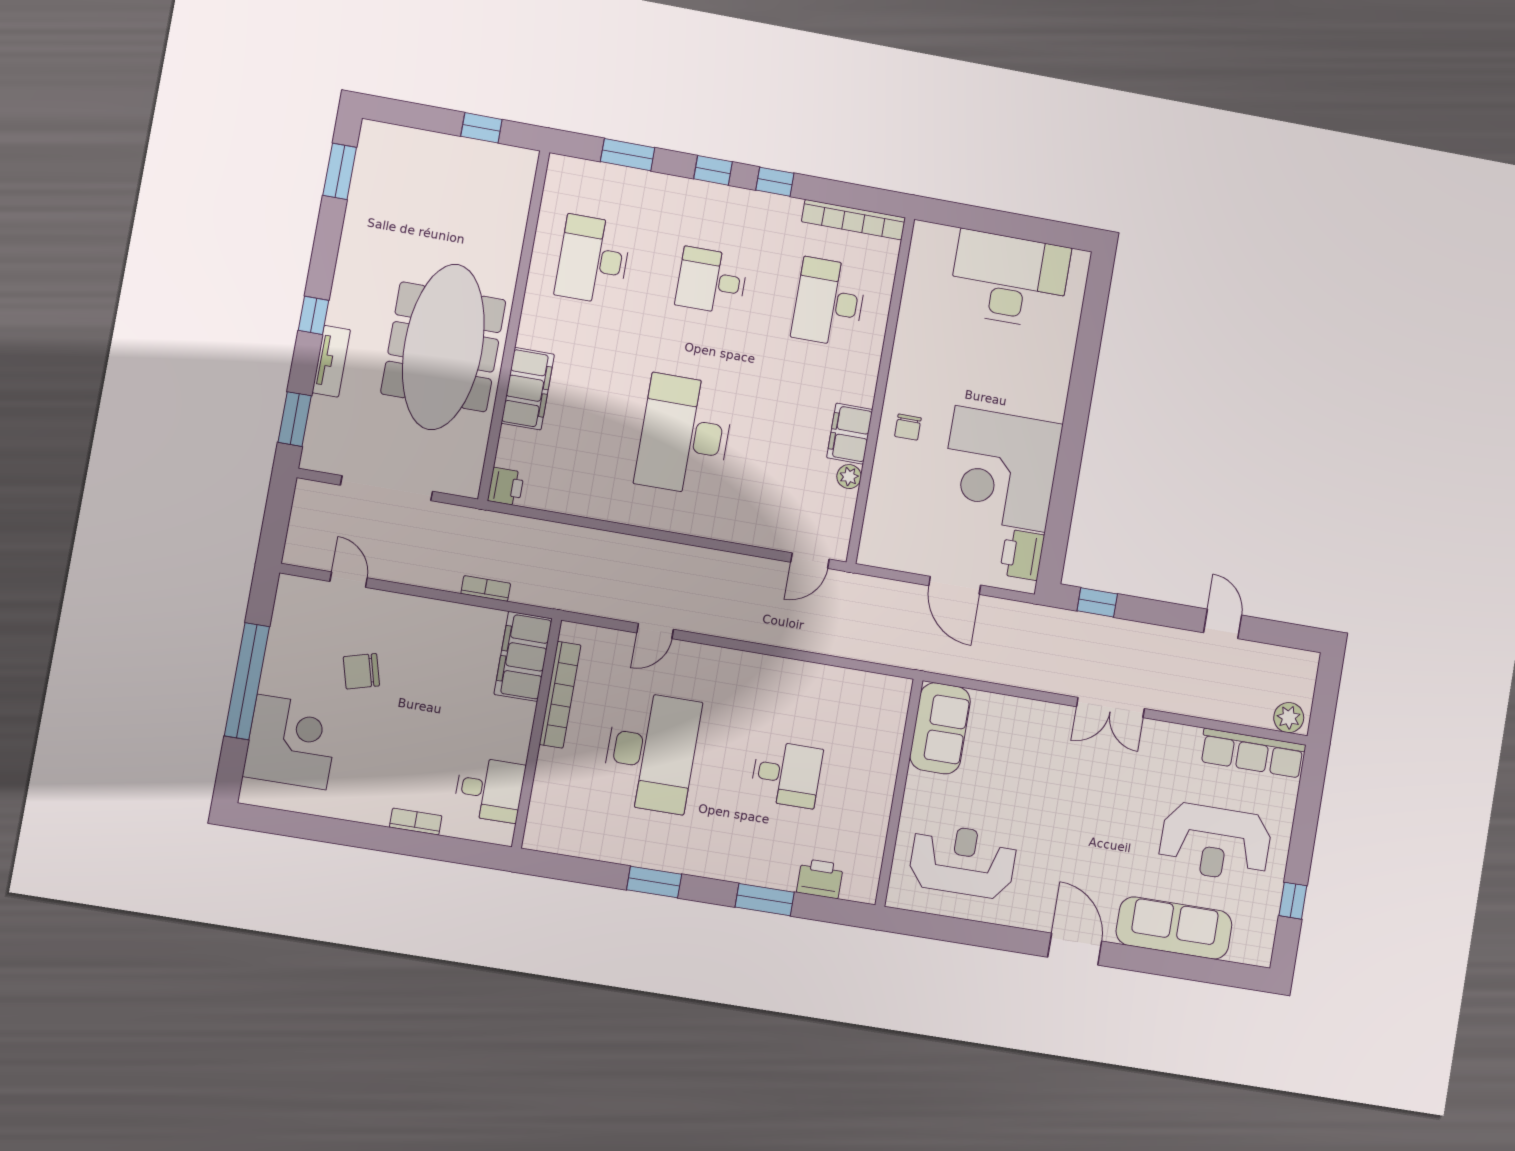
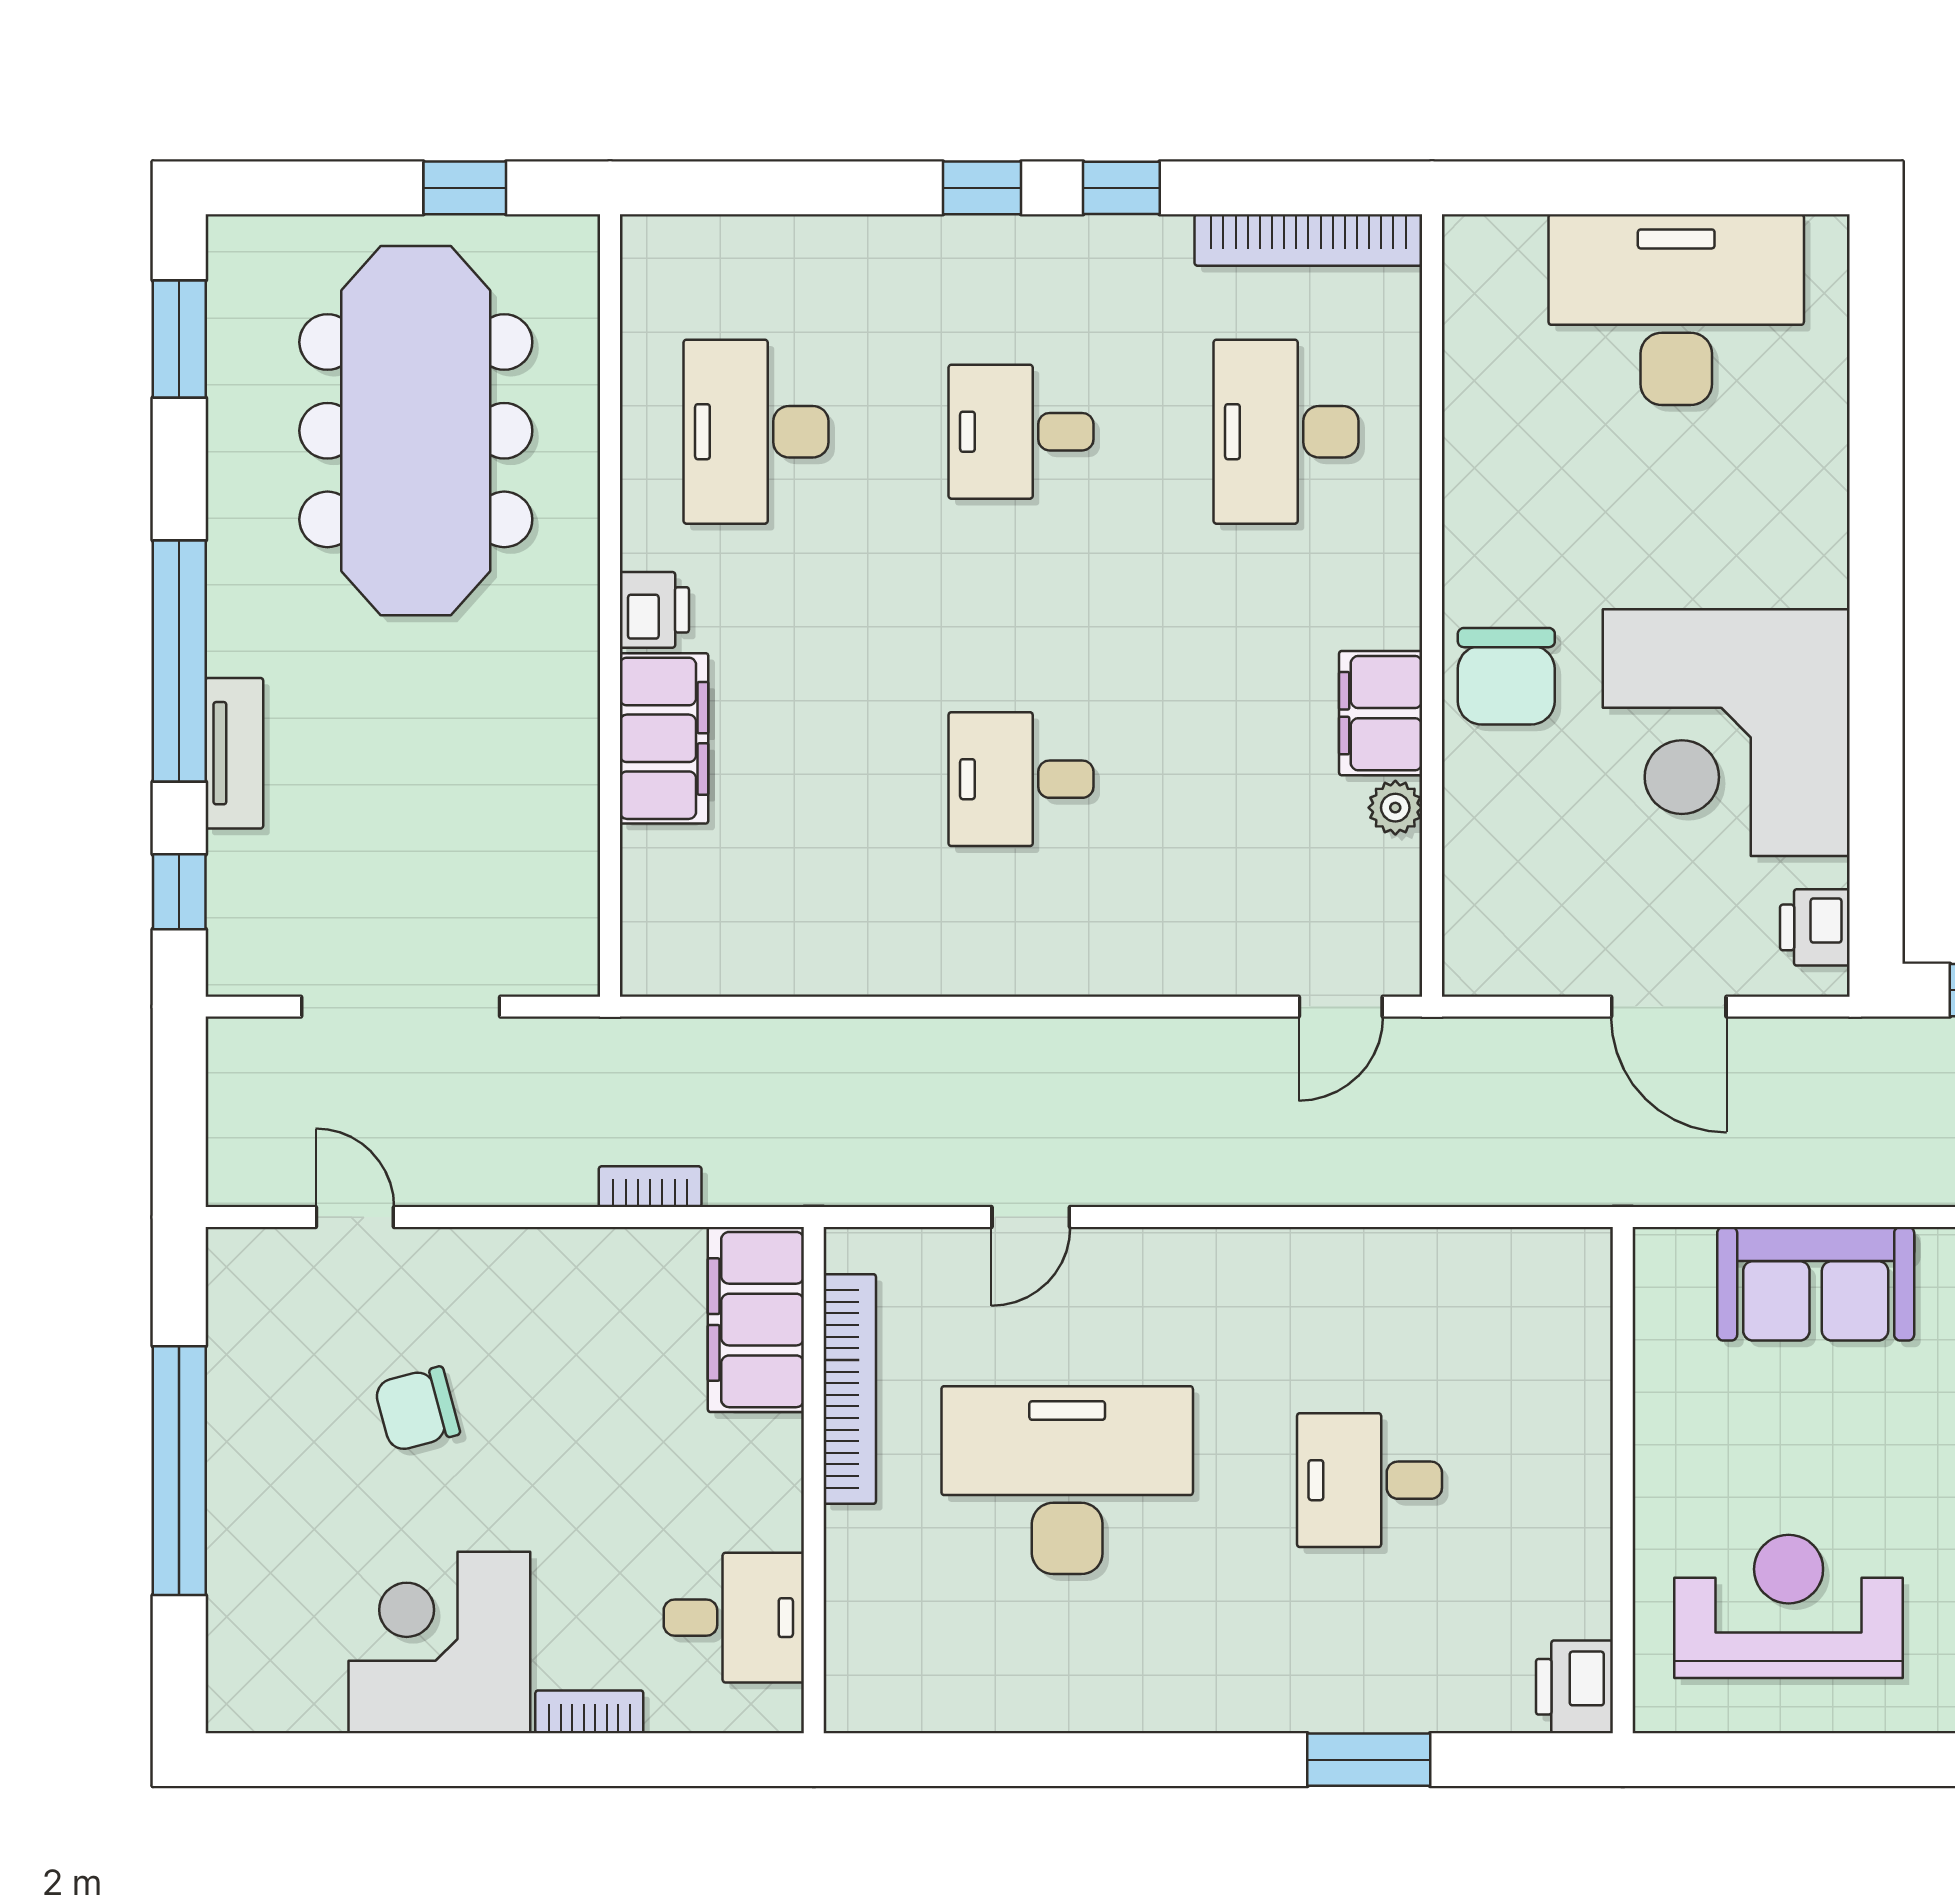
window: (628, 155) -> (790, 188), removed
window: (314, 315) -> (179, 661), width x3.17
meeting table: (443, 347) -> (416, 431), moved
window: (295, 419) -> (179, 892), width x0.67
chair: (908, 427) -> (1506, 676), width x1.87, depth x1.87
desk: (685, 435) -> (1021, 779), width x0.53, depth x0.77
printer: (506, 487) -> (654, 610), moved
printer: (1022, 555) -> (1815, 927), width x0.73, depth x0.81
sofa: (940, 728) -> (1816, 1284), moved, turned 90
corner desk: (291, 742) -> (439, 1643), moved, turned -90
desk: (651, 752) -> (1067, 1480), turned -90
desk: (786, 774) -> (1369, 1480), turned 180
printer: (820, 879) -> (1574, 1687), moved, turned -90
window: (654, 882) -> (1122, 1760), removed

